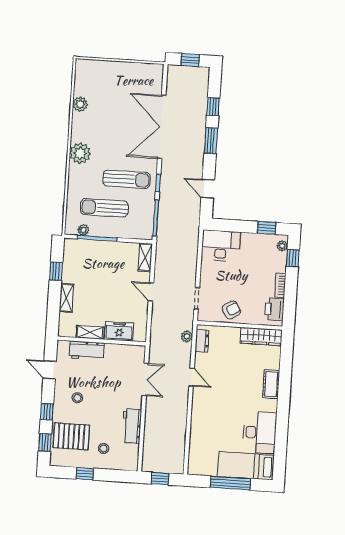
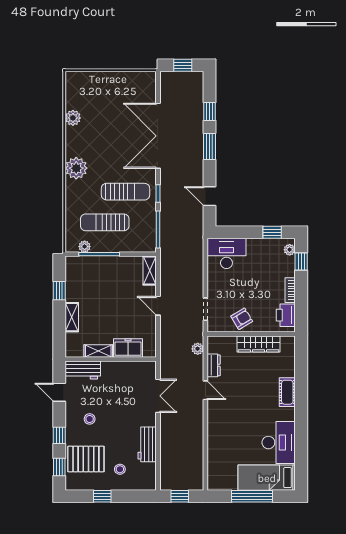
wardrobe: (261, 337) -> (259, 344), moved
dresser: (202, 341) -> (214, 365), moved
workbench: (87, 351) -> (83, 370), moved

